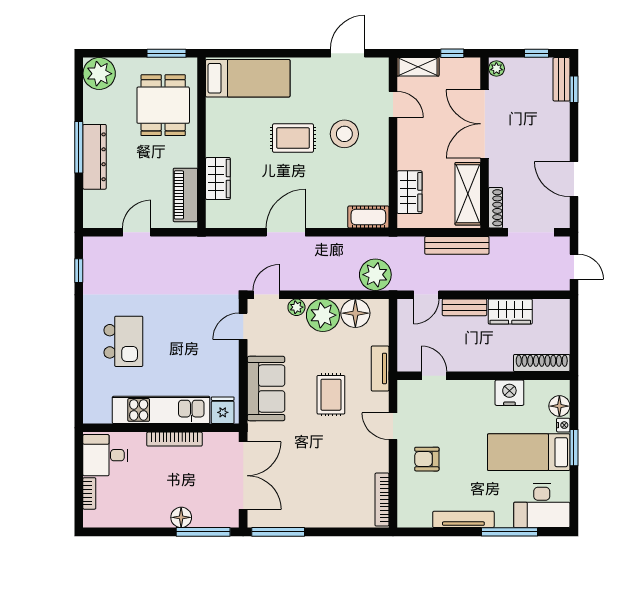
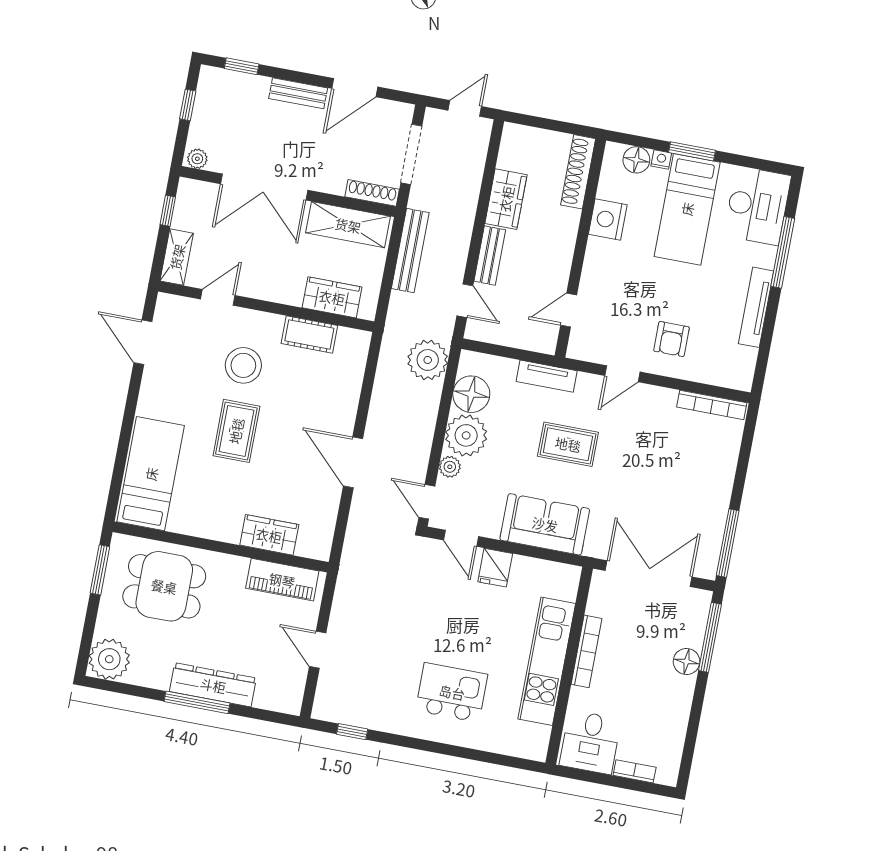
bench: (561, 79) -> (298, 93), moved
cot: (368, 217) -> (309, 335), moved, turned 90
fridge: (223, 410) -> (495, 568), moved, turned -90

